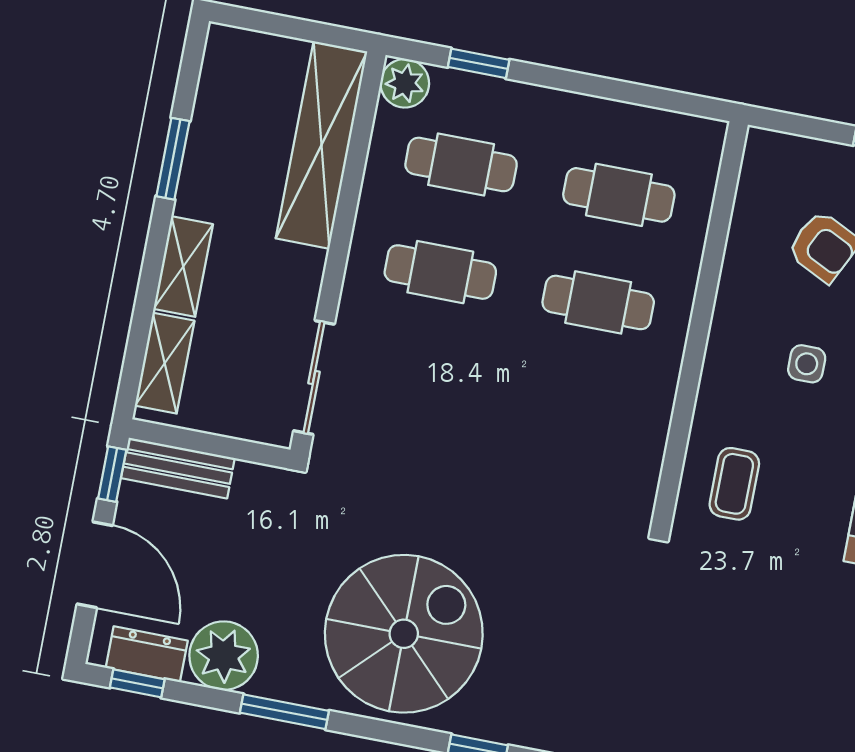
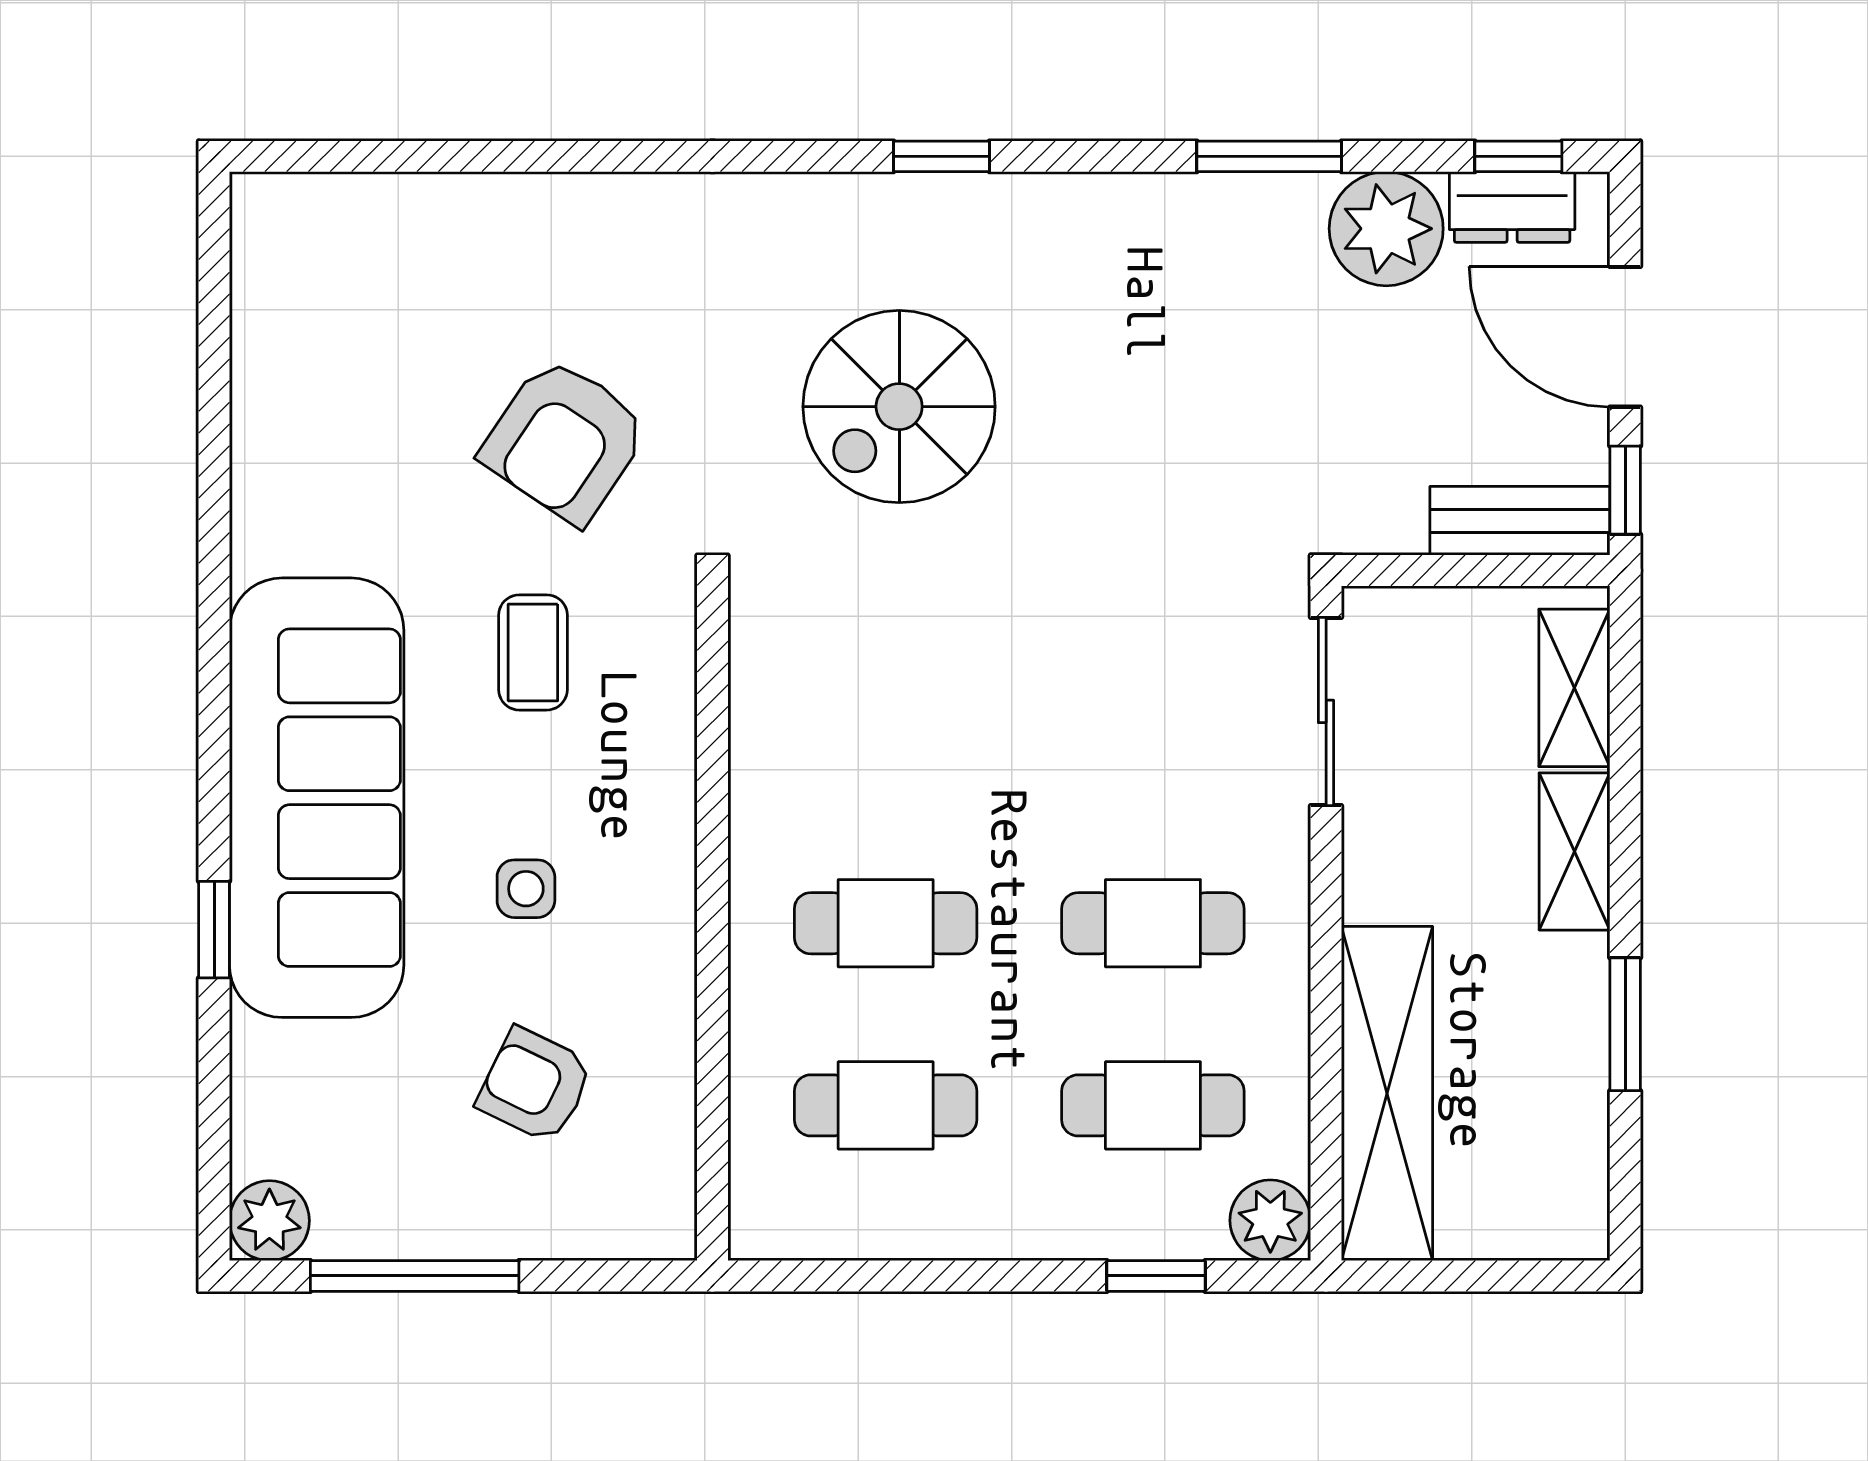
coffee table: (734, 484) -> (533, 652), moved
armchair: (733, 624) -> (565, 440), added
spiral stairs: (404, 634) -> (899, 407), moved, width x0.73, depth x0.73

